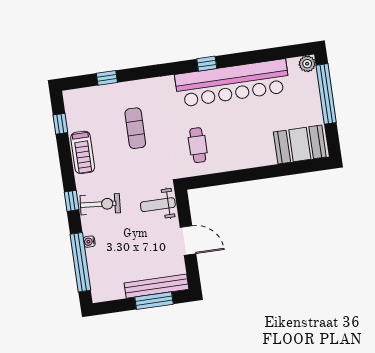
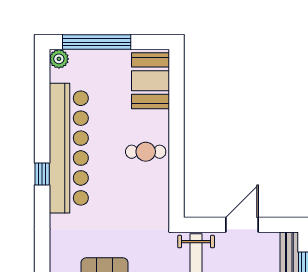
cafe table: (198, 145) -> (146, 152), moved

